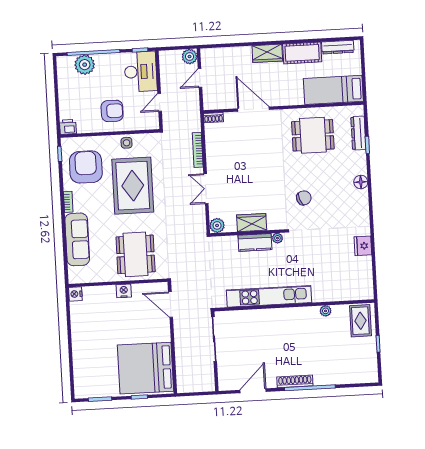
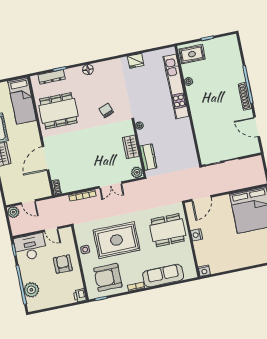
dining table: (313, 135) -> (58, 111), width x1.38
kitchen counter: (255, 242) -> (148, 157), moved
kitchen unit: (269, 296) -> (176, 86), moved

